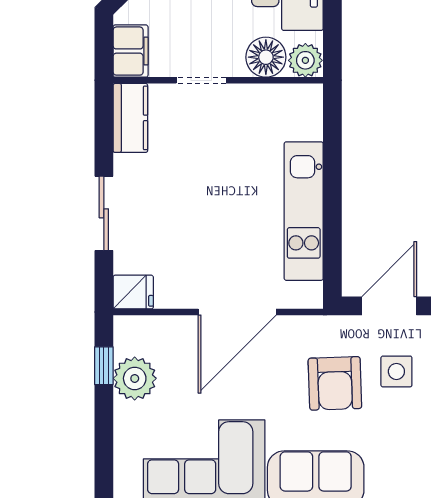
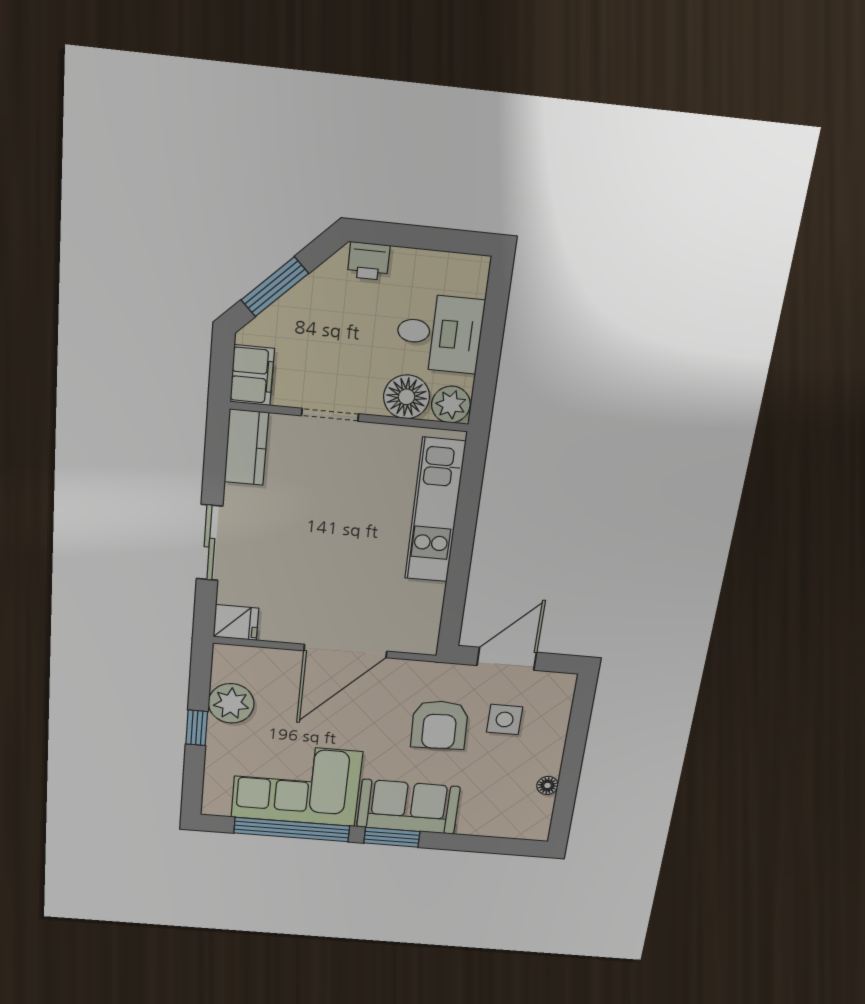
kitchen unit: (304, 211) -> (435, 511), moved
window: (104, 366) -> (197, 728), moved

